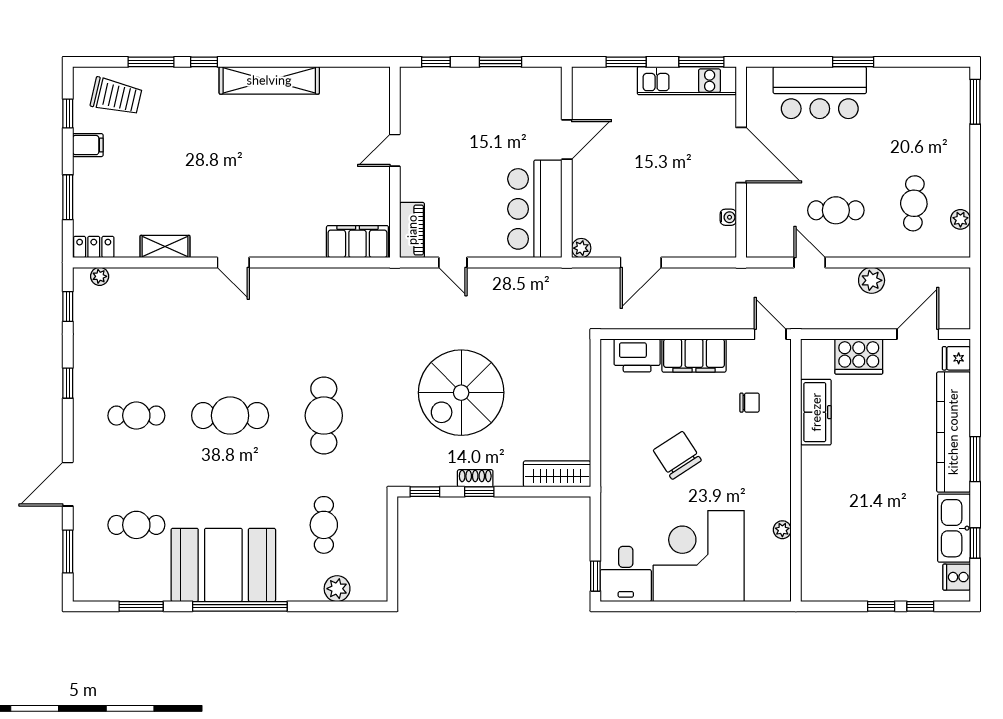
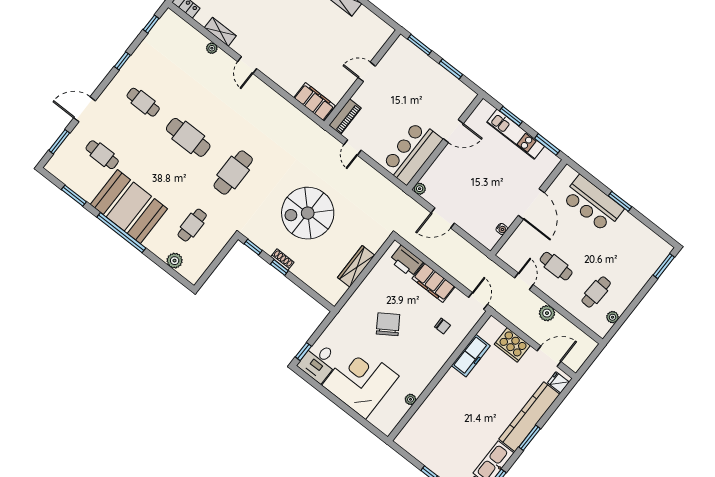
window: (436, 62) -> (420, 45), width x1.50
kitchen unit: (687, 81) -> (516, 134), moved
plant: (100, 276) -> (212, 48), moved
wardrobe: (557, 474) -> (356, 266), moved, turned -90

